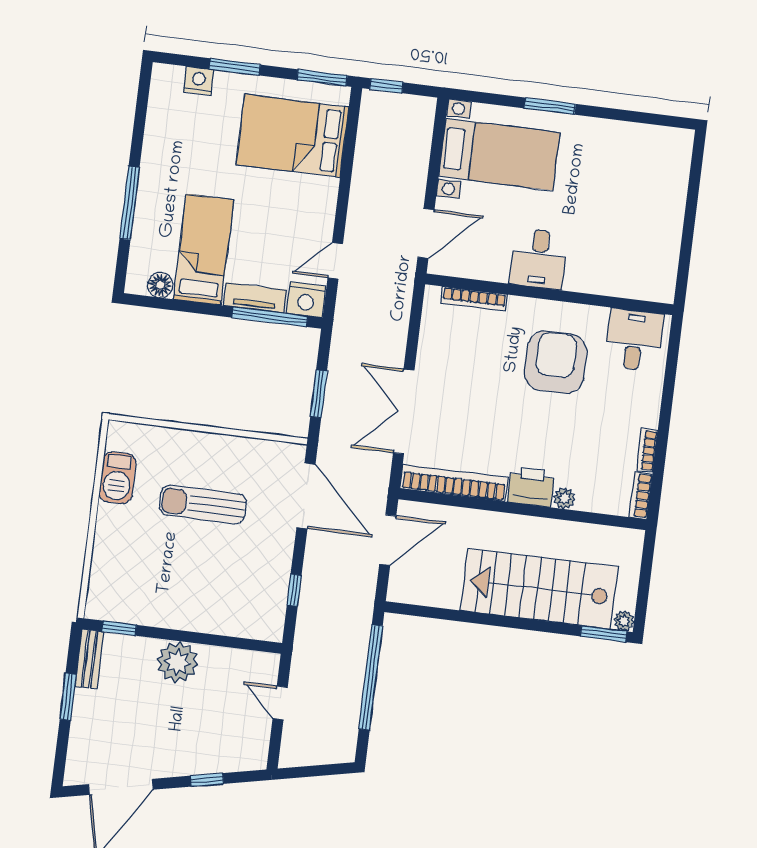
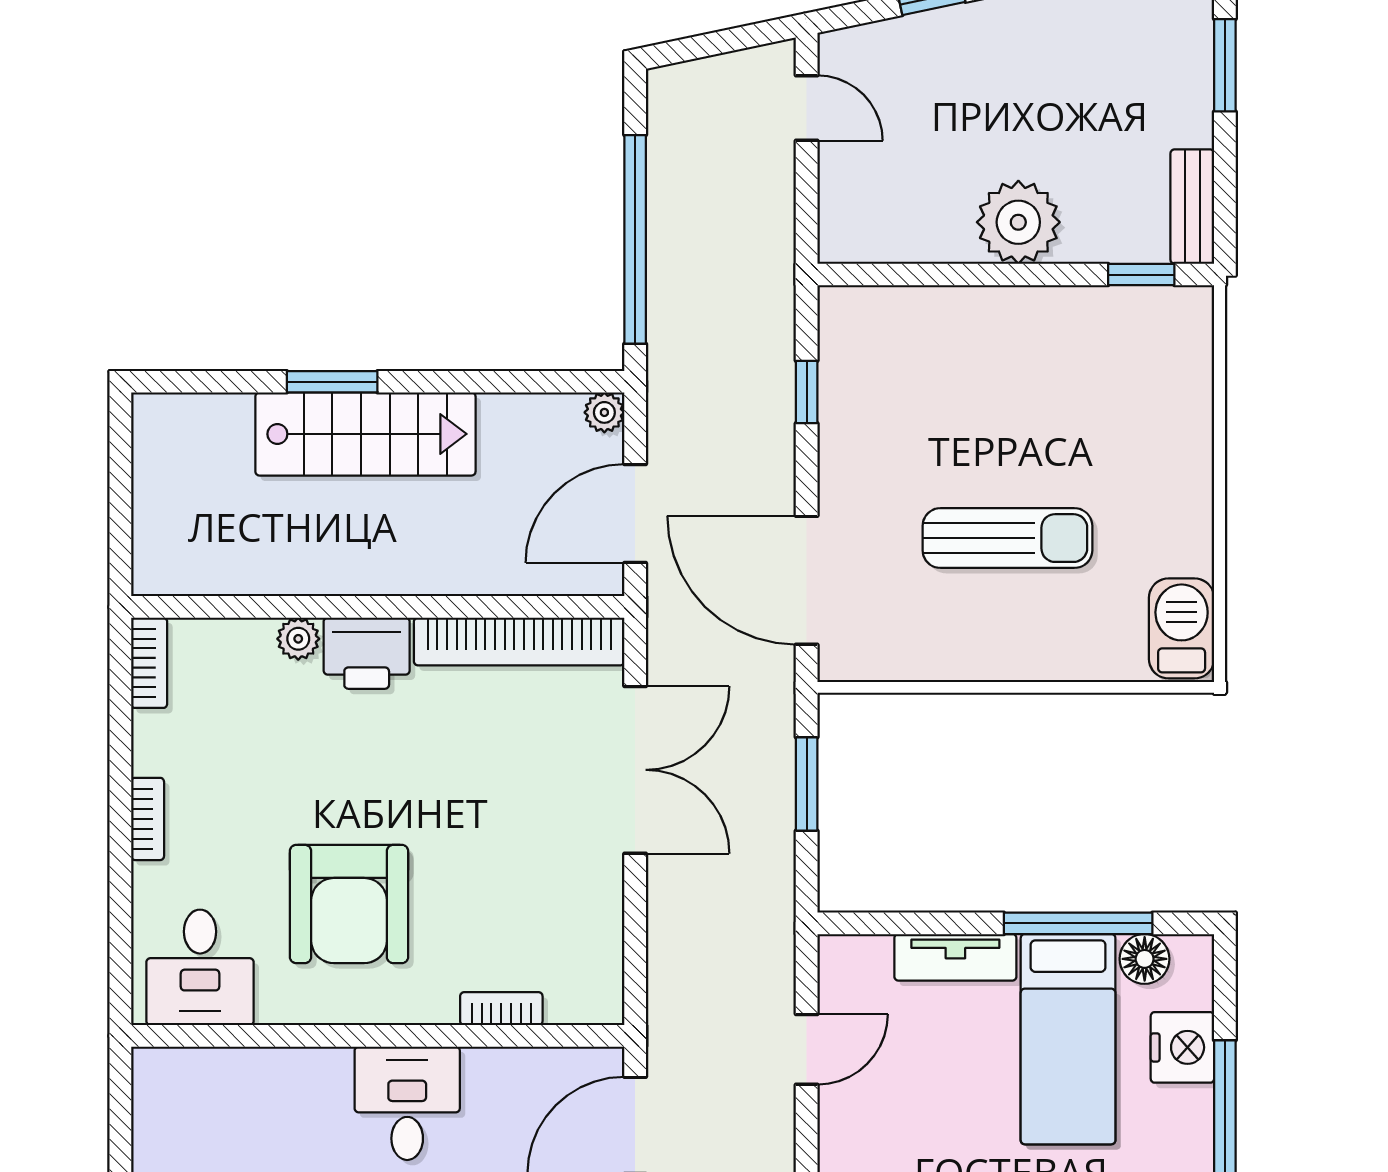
bookcase: (474, 299) -> (501, 1009), width x0.64
nightstand: (306, 300) -> (1182, 1047), moved, turned 90
window: (270, 317) -> (1078, 923), moved
bookcase: (647, 450) -> (148, 819), moved
barbecue: (117, 478) -> (1182, 628), moved
stairs: (539, 589) -> (365, 434), width x0.73, depth x0.66
plant: (624, 621) -> (604, 412), moved
window: (604, 634) -> (332, 382), moved
window: (68, 697) -> (1225, 65), moved
door: (280, 703) -> (807, 108), moved

